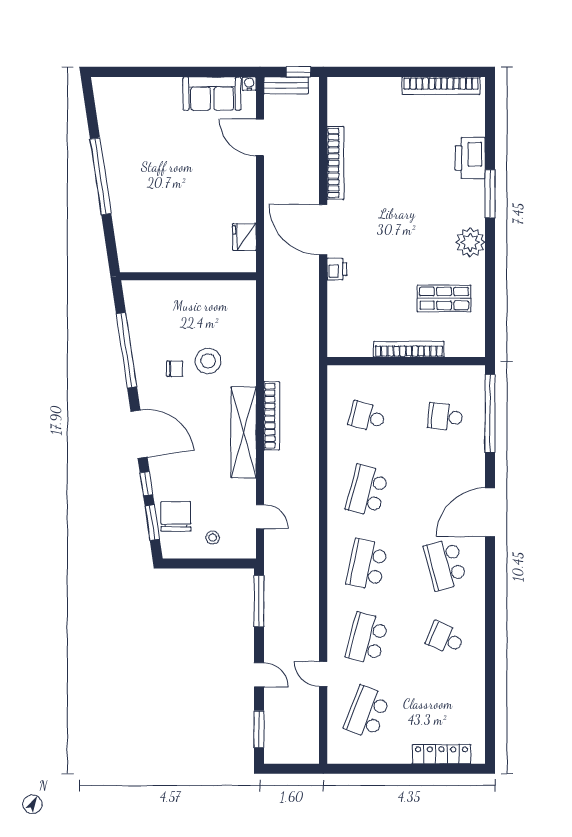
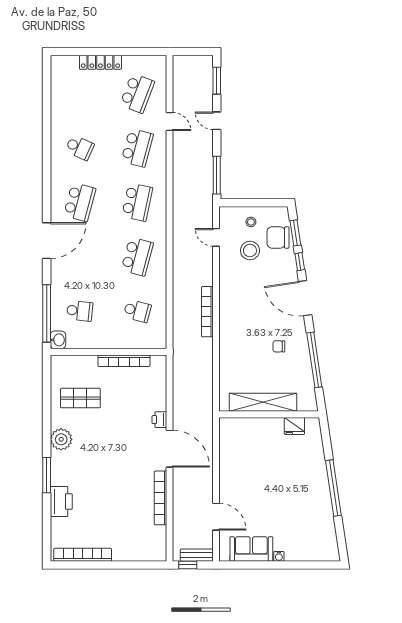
water cooler: (249, 84) -> (279, 556), moved
fridge: (244, 237) -> (294, 426), moved, turned 90
bookcase: (409, 349) -> (124, 361), moved
stool: (208, 361) -> (250, 251), moved
washbasin: (475, 377) -> (58, 340), added
shelving: (244, 432) -> (263, 402), moved, turned 90
chair: (176, 516) -> (278, 237), turned 90
school desk: (445, 564) -> (80, 202), turned 30
locker: (442, 754) -> (100, 62), moved

